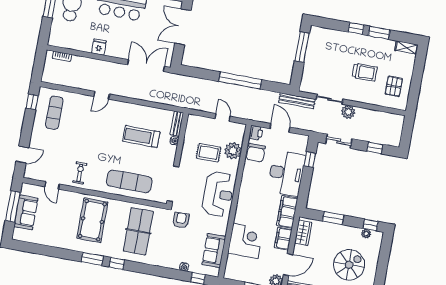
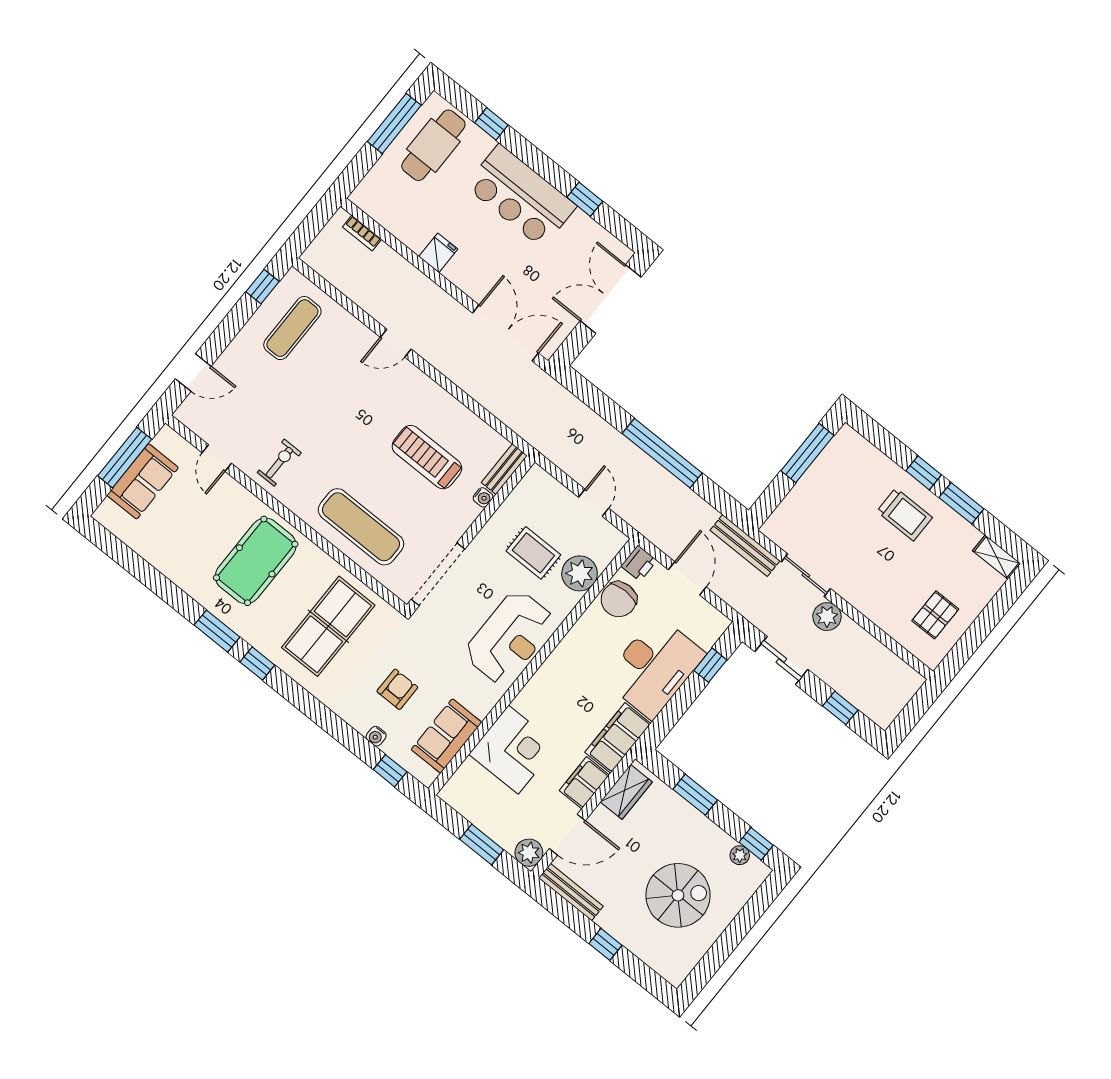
trolley: (365, 72) -> (905, 514), moved
armchair: (181, 220) -> (397, 689), moved

